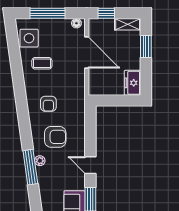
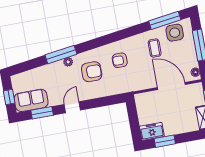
window: (14, 47) -> (165, 20), added
window: (146, 47) -> (165, 141), moved
door: (87, 52) -> (171, 86), swing flipped
armchair: (55, 137) -> (92, 72), turned -90

